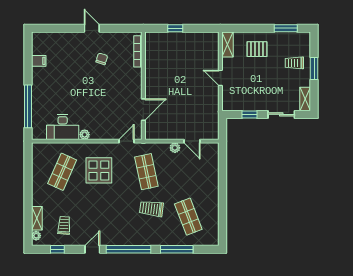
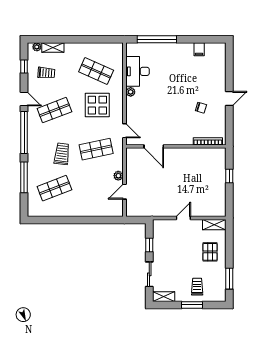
shop shelf: (104, 217) -> (54, 110), added

